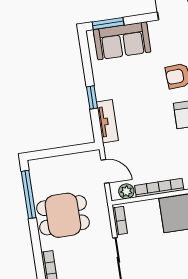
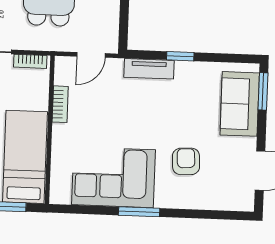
bookcase: (159, 188) -> (60, 104), width x0.64
plant: (126, 191) -> (63, 75), removed

